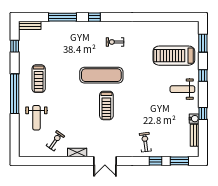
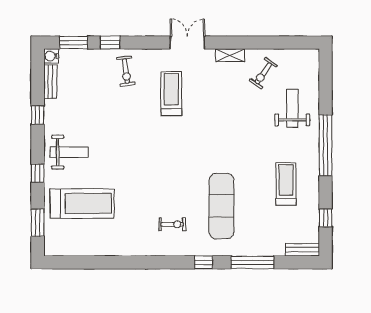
exercise mat: (101, 75) -> (222, 206), moved, turned 90
treadmill: (39, 79) -> (286, 184), moved
treadmill: (106, 105) -> (171, 94), moved
water cooler: (194, 119) -> (51, 56), moved

